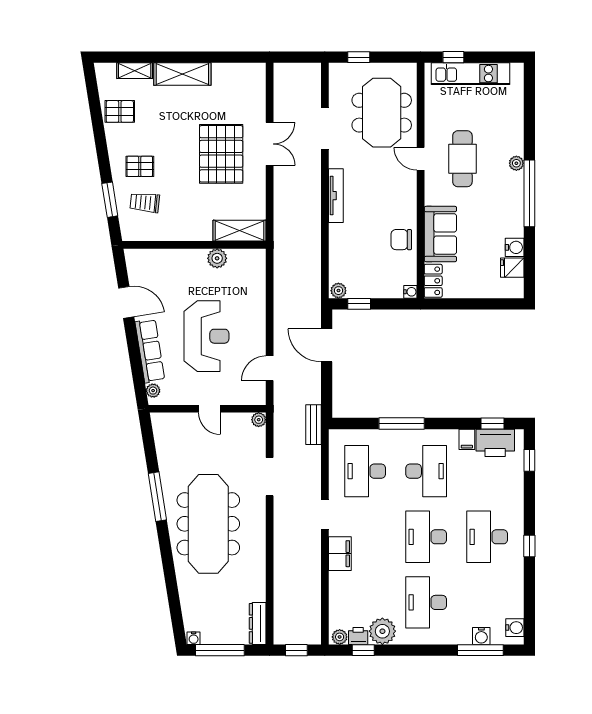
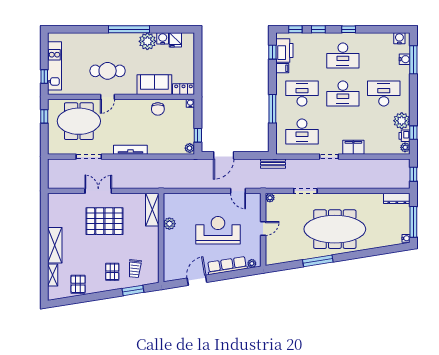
window: (359, 57) -> (44, 116), moved
plant: (516, 163) -> (147, 41), moved, width x1.88, depth x1.88
window: (529, 498) -> (318, 29), added
desk: (426, 602) -> (384, 93), turned 180

